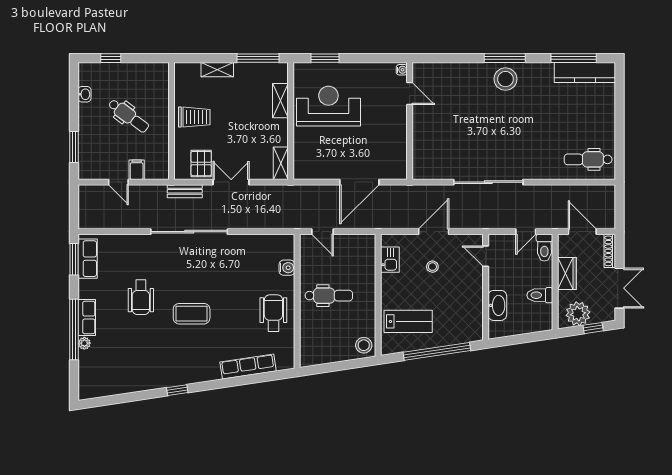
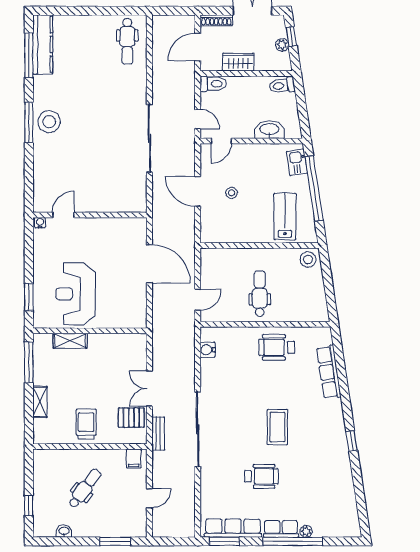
shelving: (281, 163) -> (131, 340), removed
filing cabinet: (137, 170) -> (134, 459), moved, turned -90
door: (526, 232) -> (198, 119), moved
row of seats: (88, 259) -> (233, 528), width x1.48
kitchen sink: (390, 260) -> (297, 162), moved, turned -98
water cooler: (287, 268) -> (208, 350), moved, turned -90
toilet: (540, 295) -> (282, 86), moved, turned 82
plant: (578, 314) -> (282, 45), width x0.53, depth x0.53

